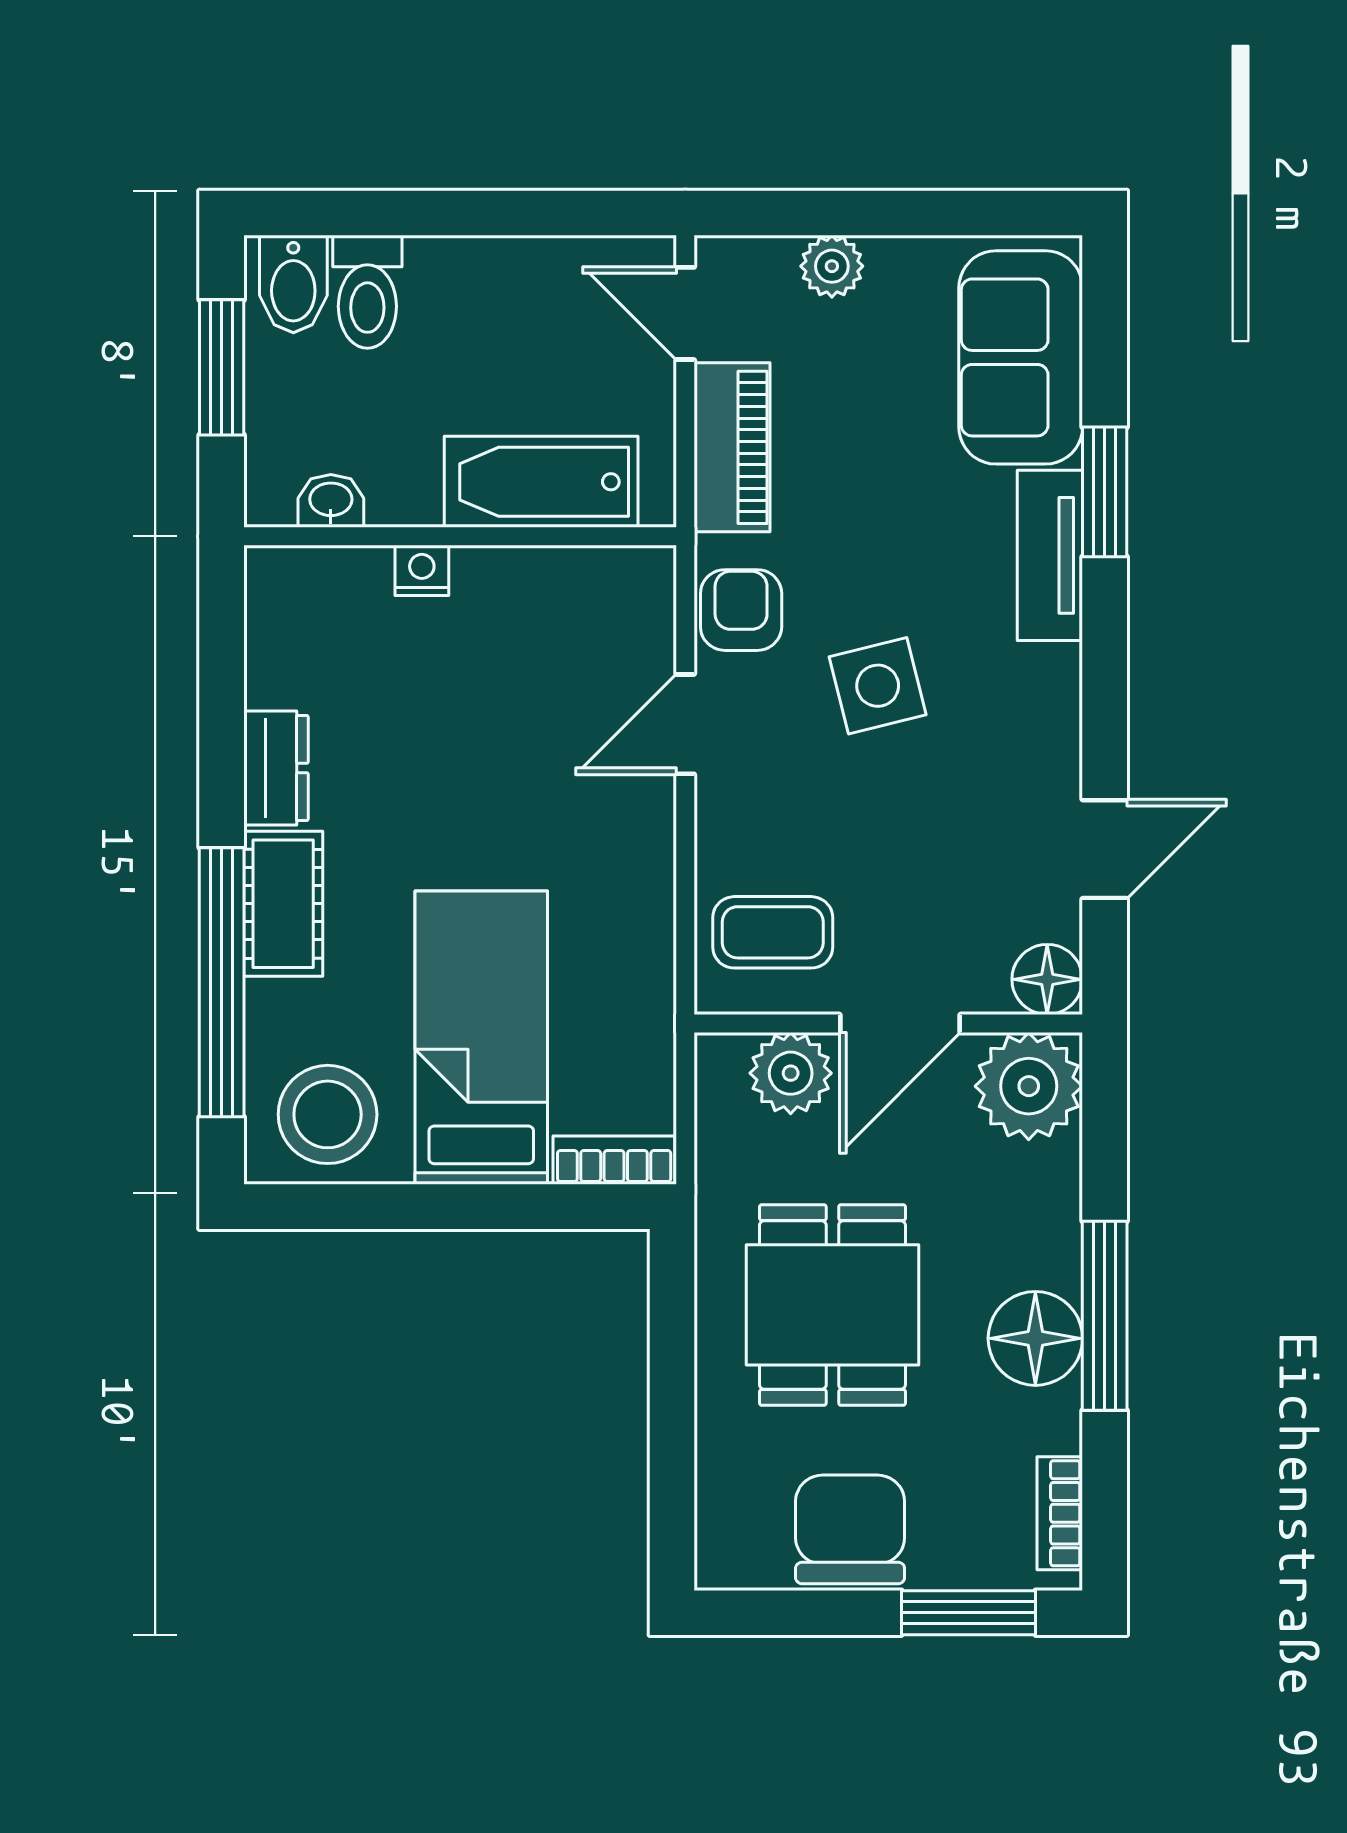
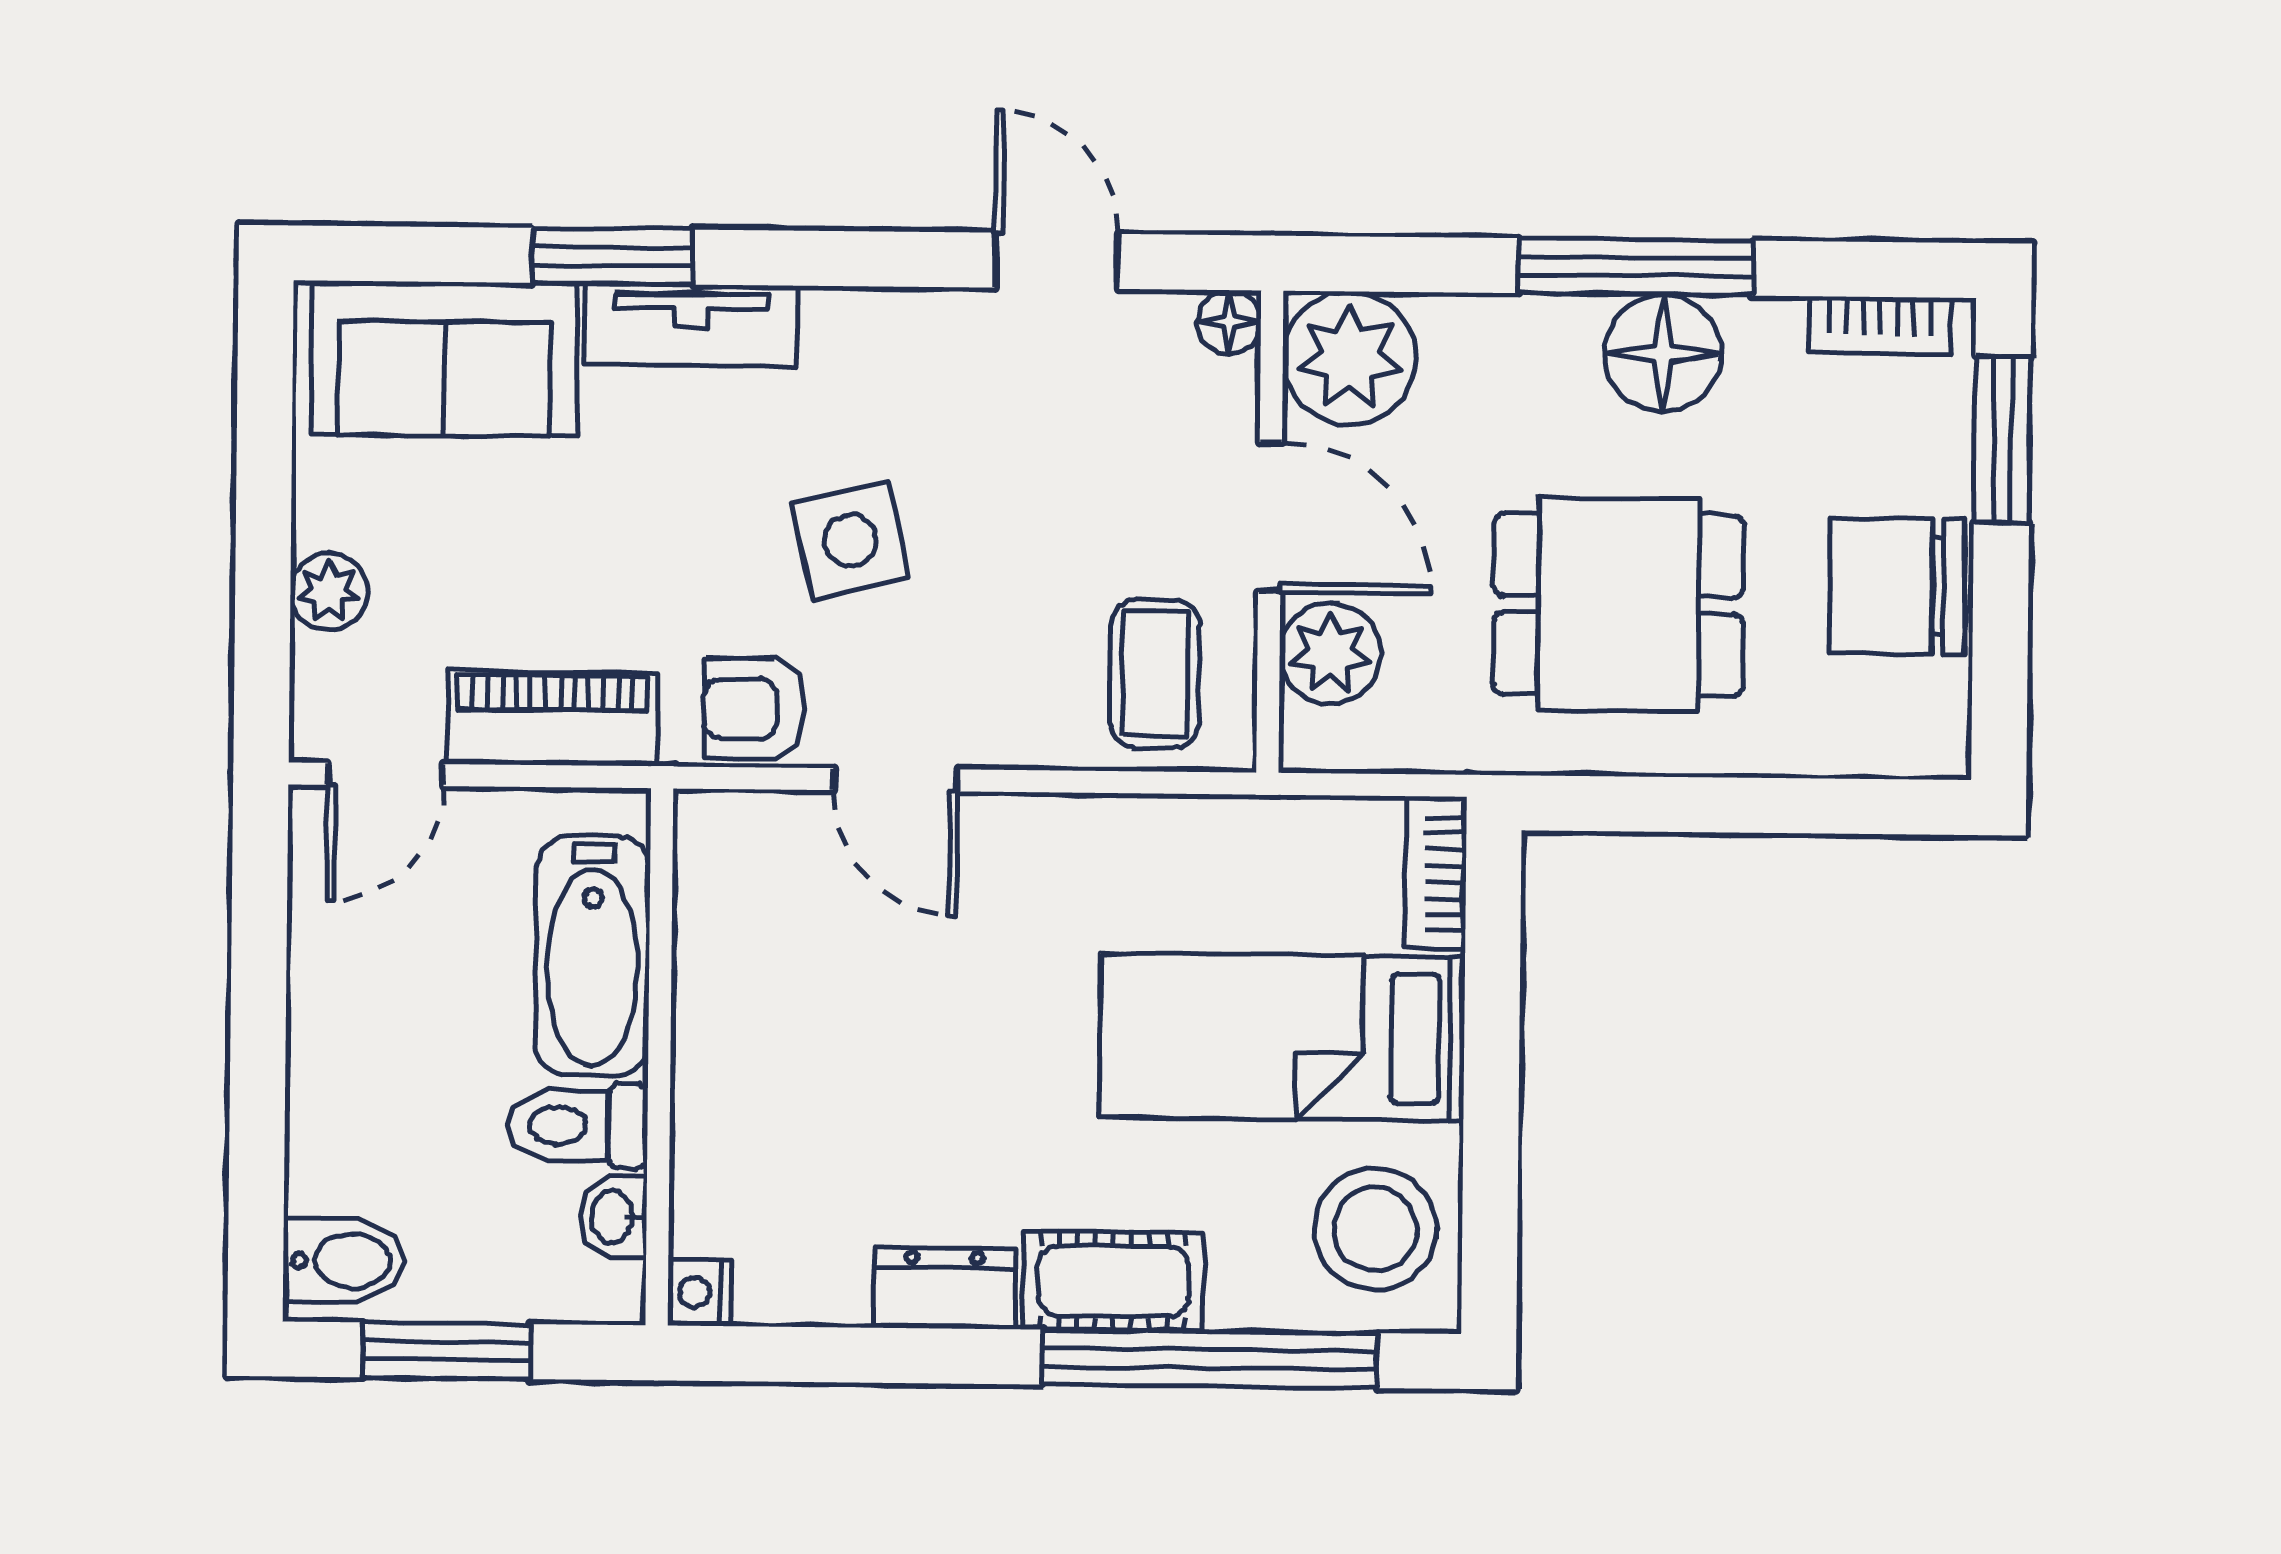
toilet: (367, 292) -> (577, 1126), moved, turned 180
nightstand: (422, 570) -> (699, 1293), moved
floor lamp: (1047, 979) -> (1229, 322), width x0.73, depth x0.73

